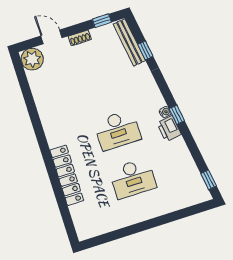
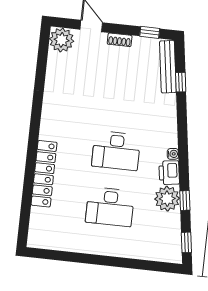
window: (177, 115) -> (185, 201), moved
plant: (177, 151) -> (167, 199), added

